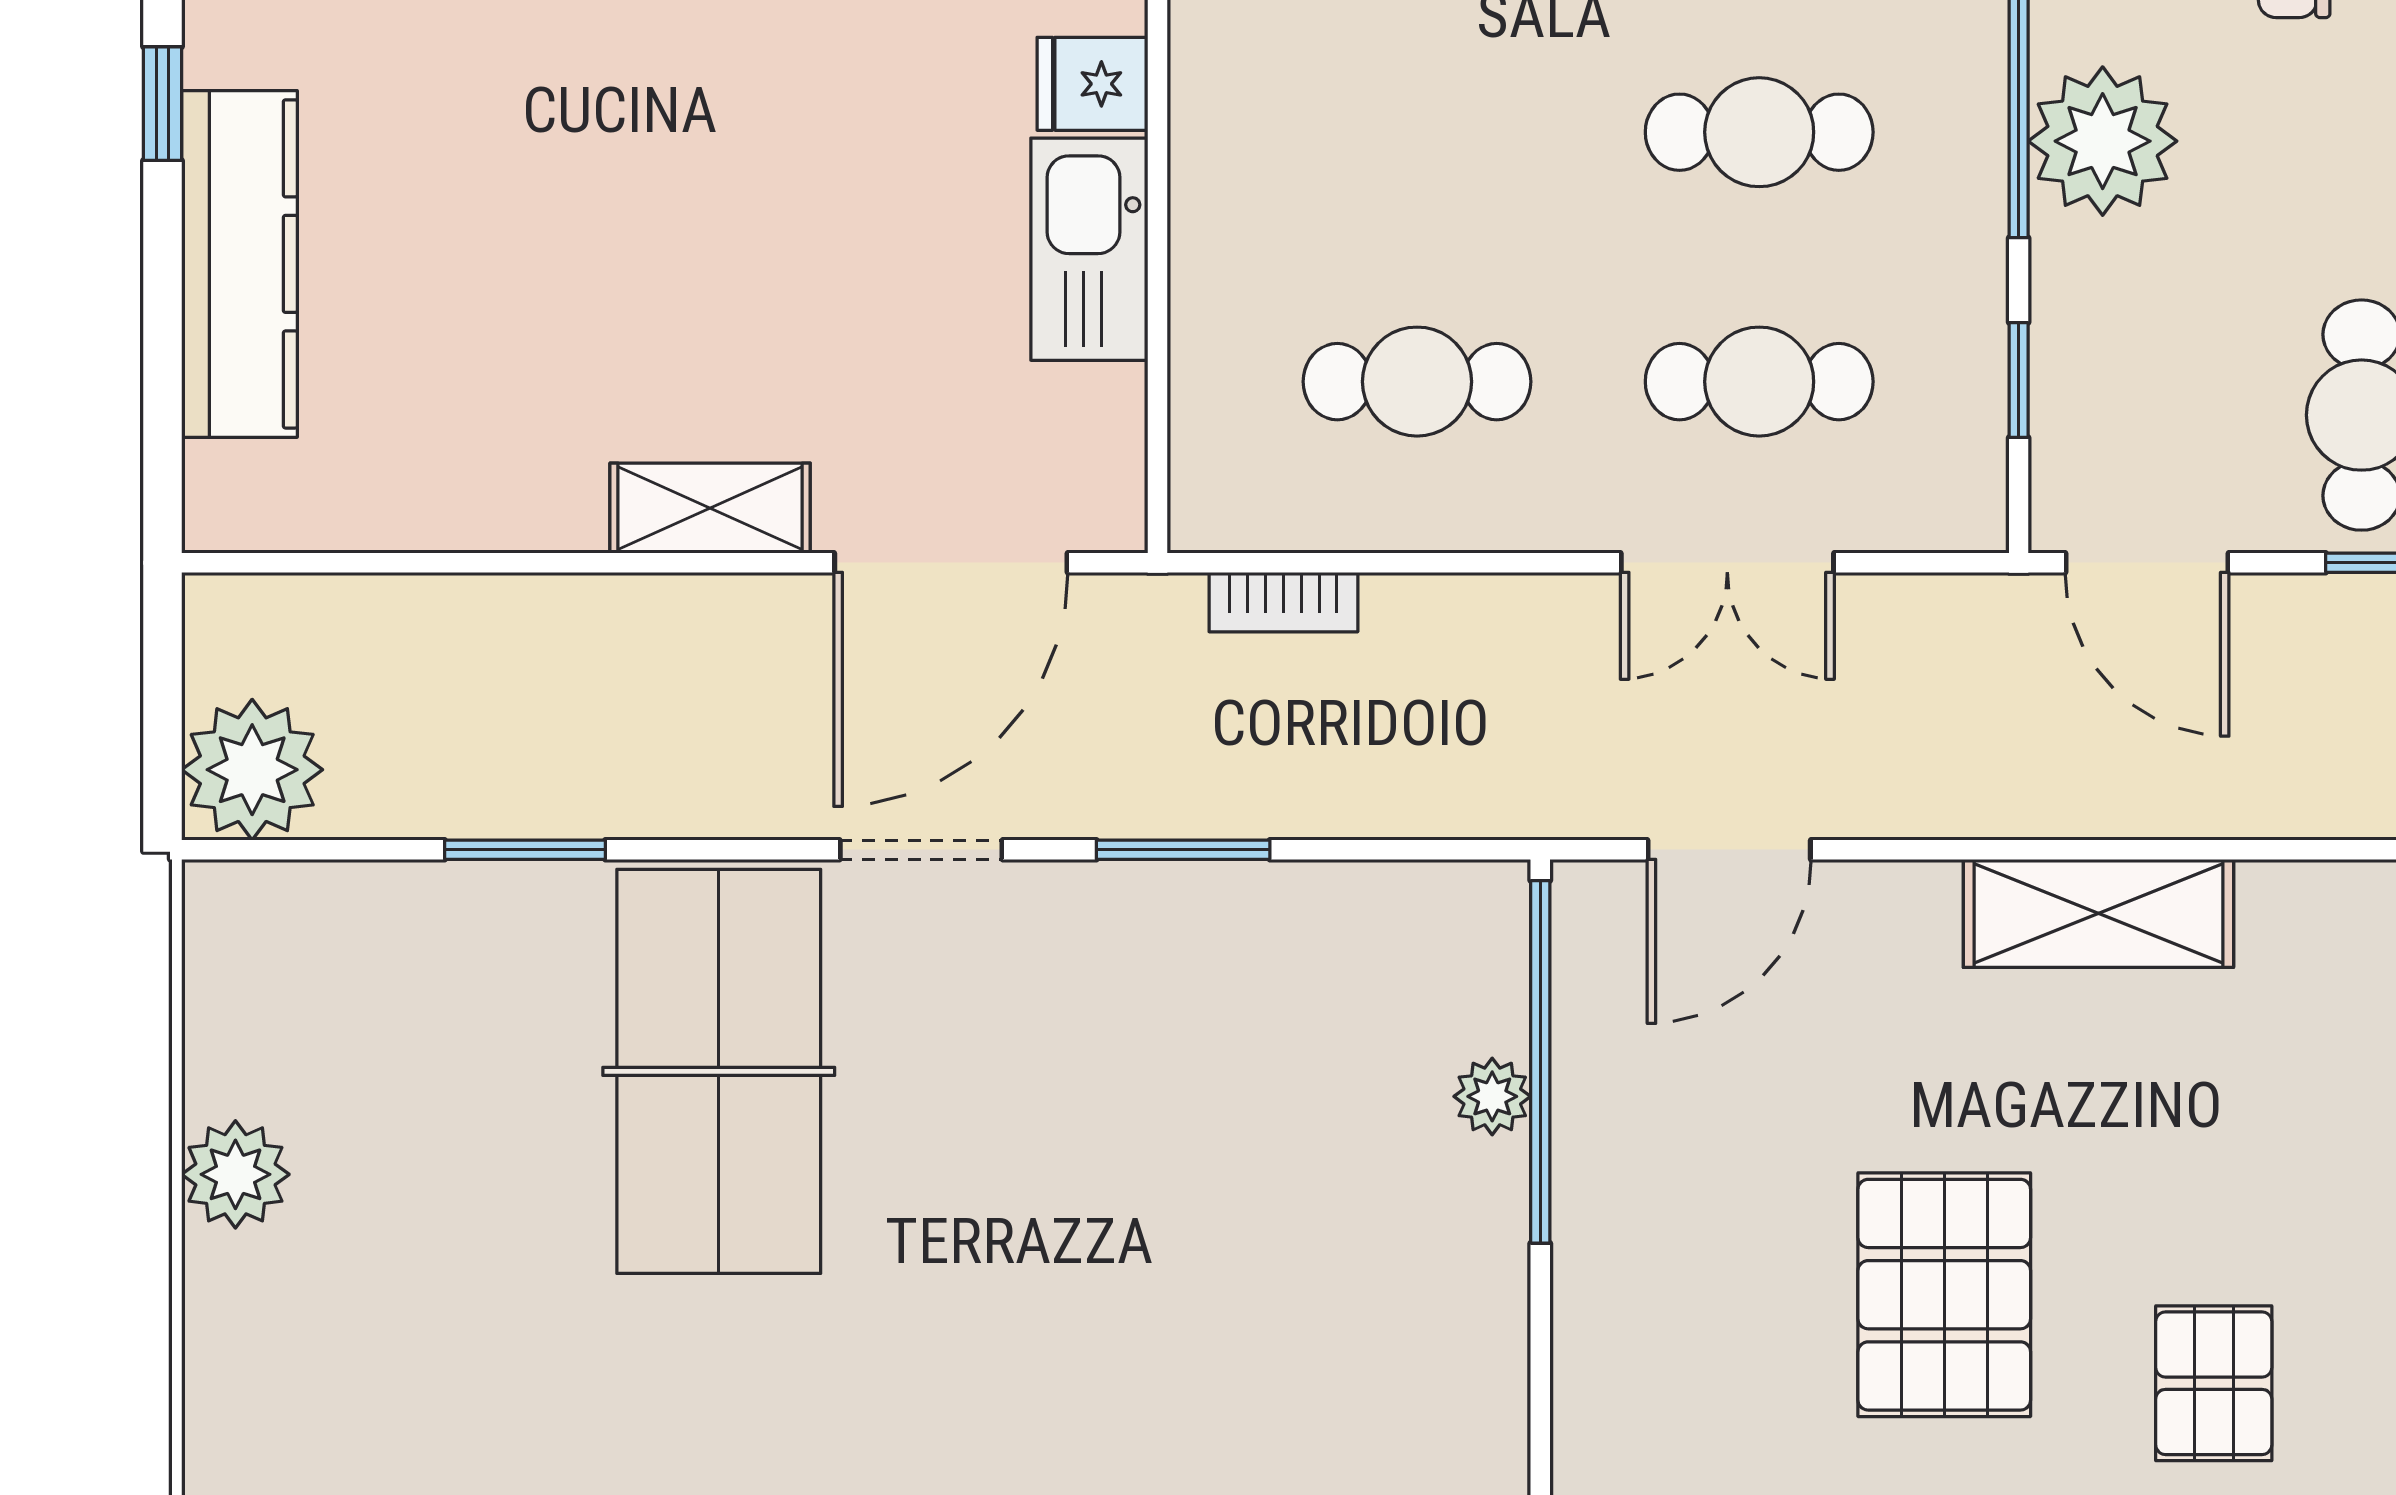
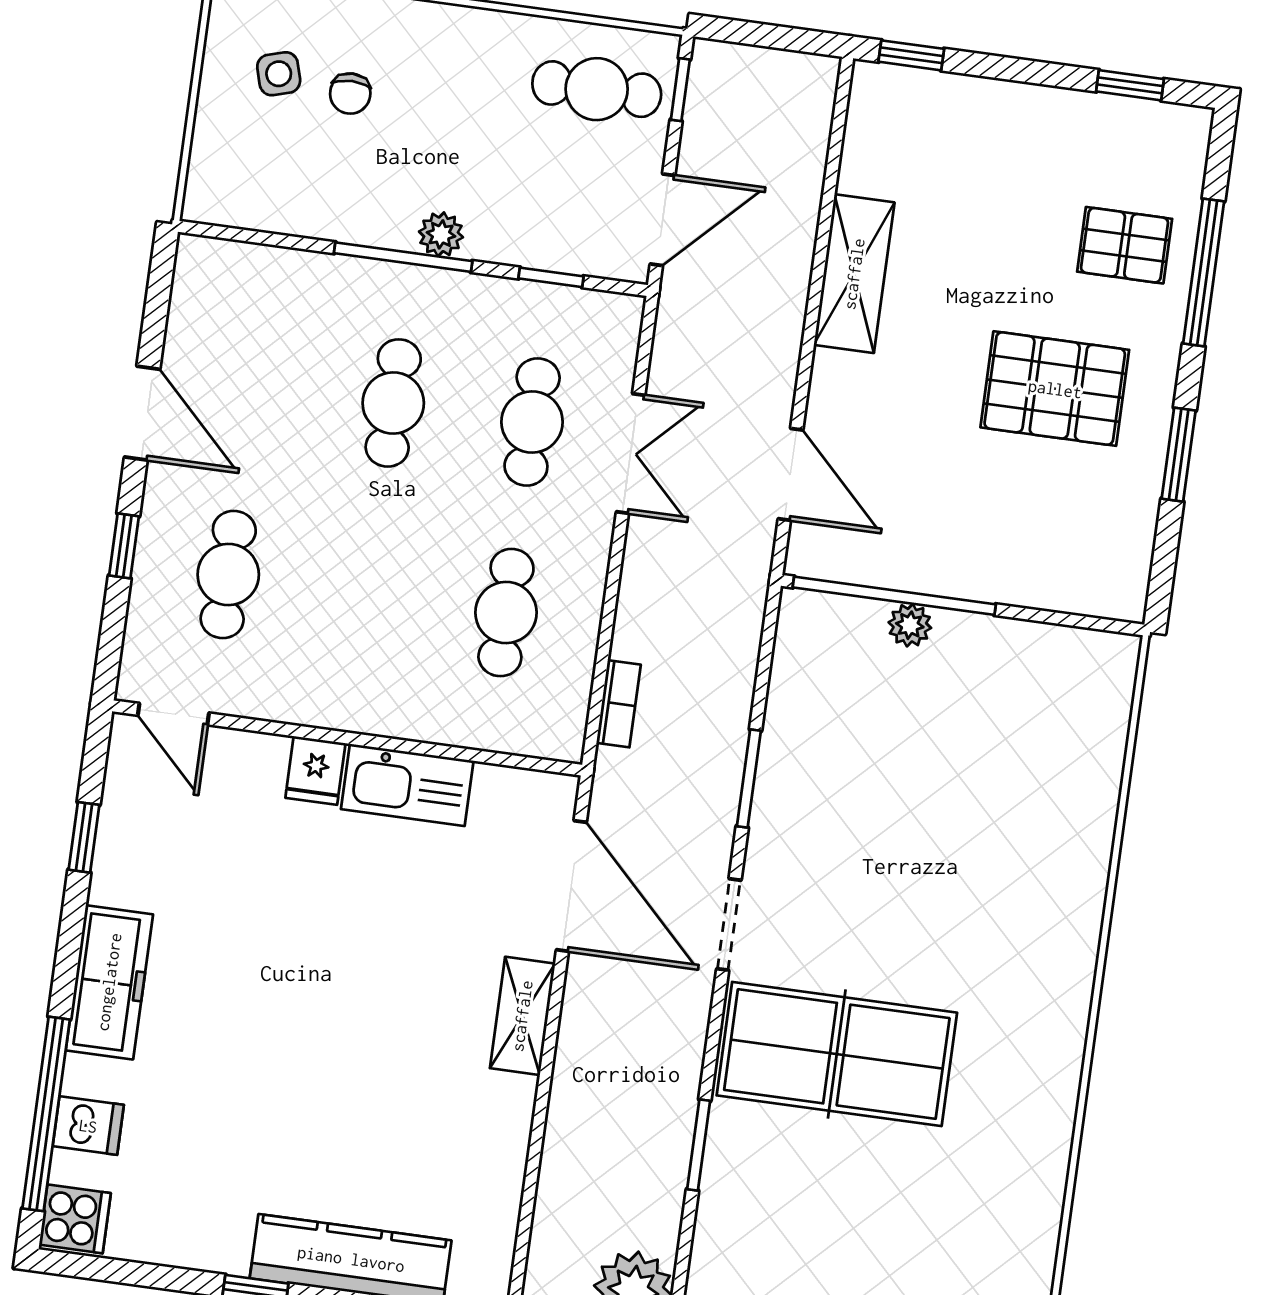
plant: (2103, 141) -> (441, 234), width x0.53, depth x0.53

